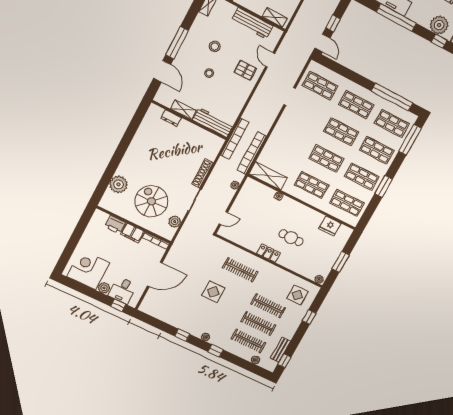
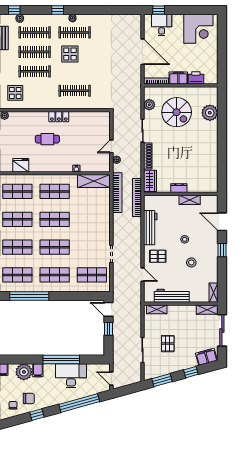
filing cabinet: (425, 19) -> (38, 370), added
window: (439, 41) -> (17, 360), removed
window: (177, 43) -> (222, 250), width x0.46
dresser: (171, 118) -> (179, 188), moved
workbench: (213, 122) -> (150, 228), moved, turned -90
wardrobe: (213, 148) -> (150, 181), added
door: (223, 218) -> (111, 146), moved
door: (155, 274) -> (143, 52), swing flipped
plant: (104, 288) -> (178, 20), removed
display table: (213, 292) -> (70, 54), moved
clothes rail: (211, 323) -> (75, 32), added
window: (182, 335) -> (14, 10), moved

